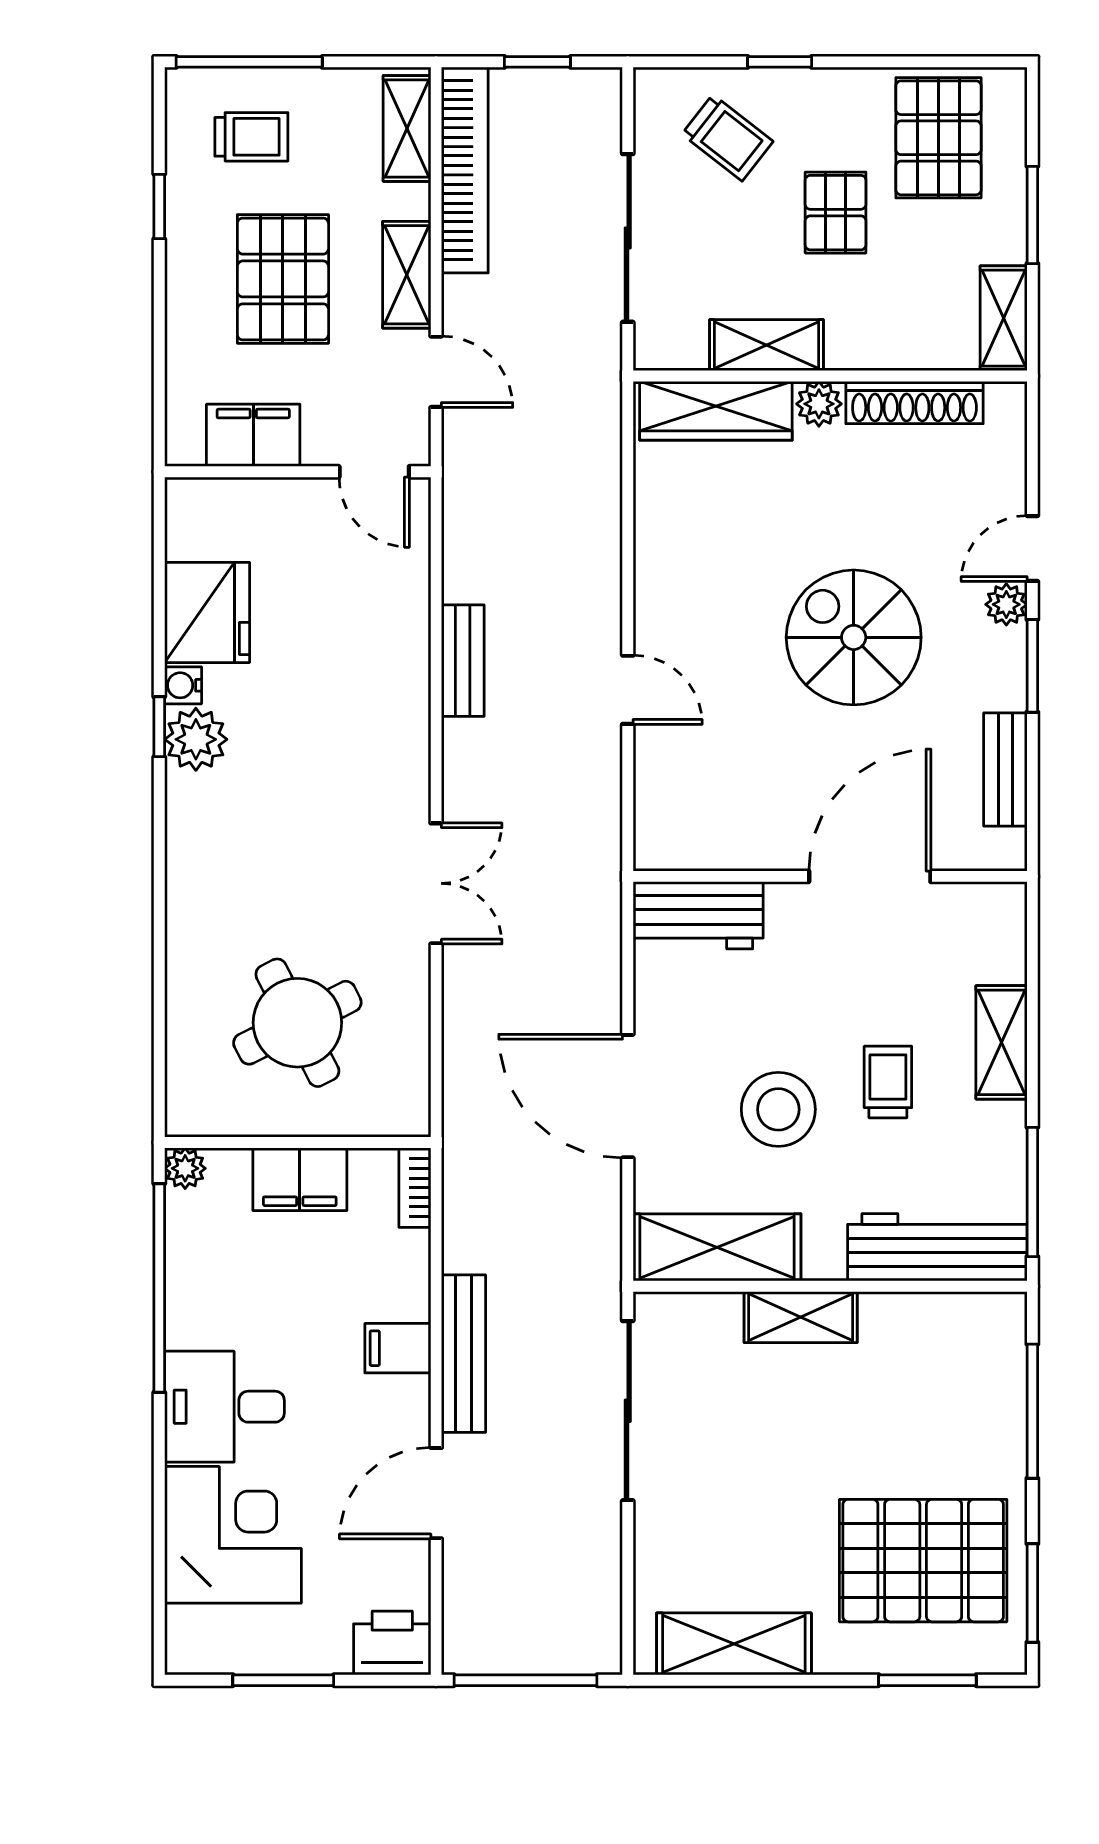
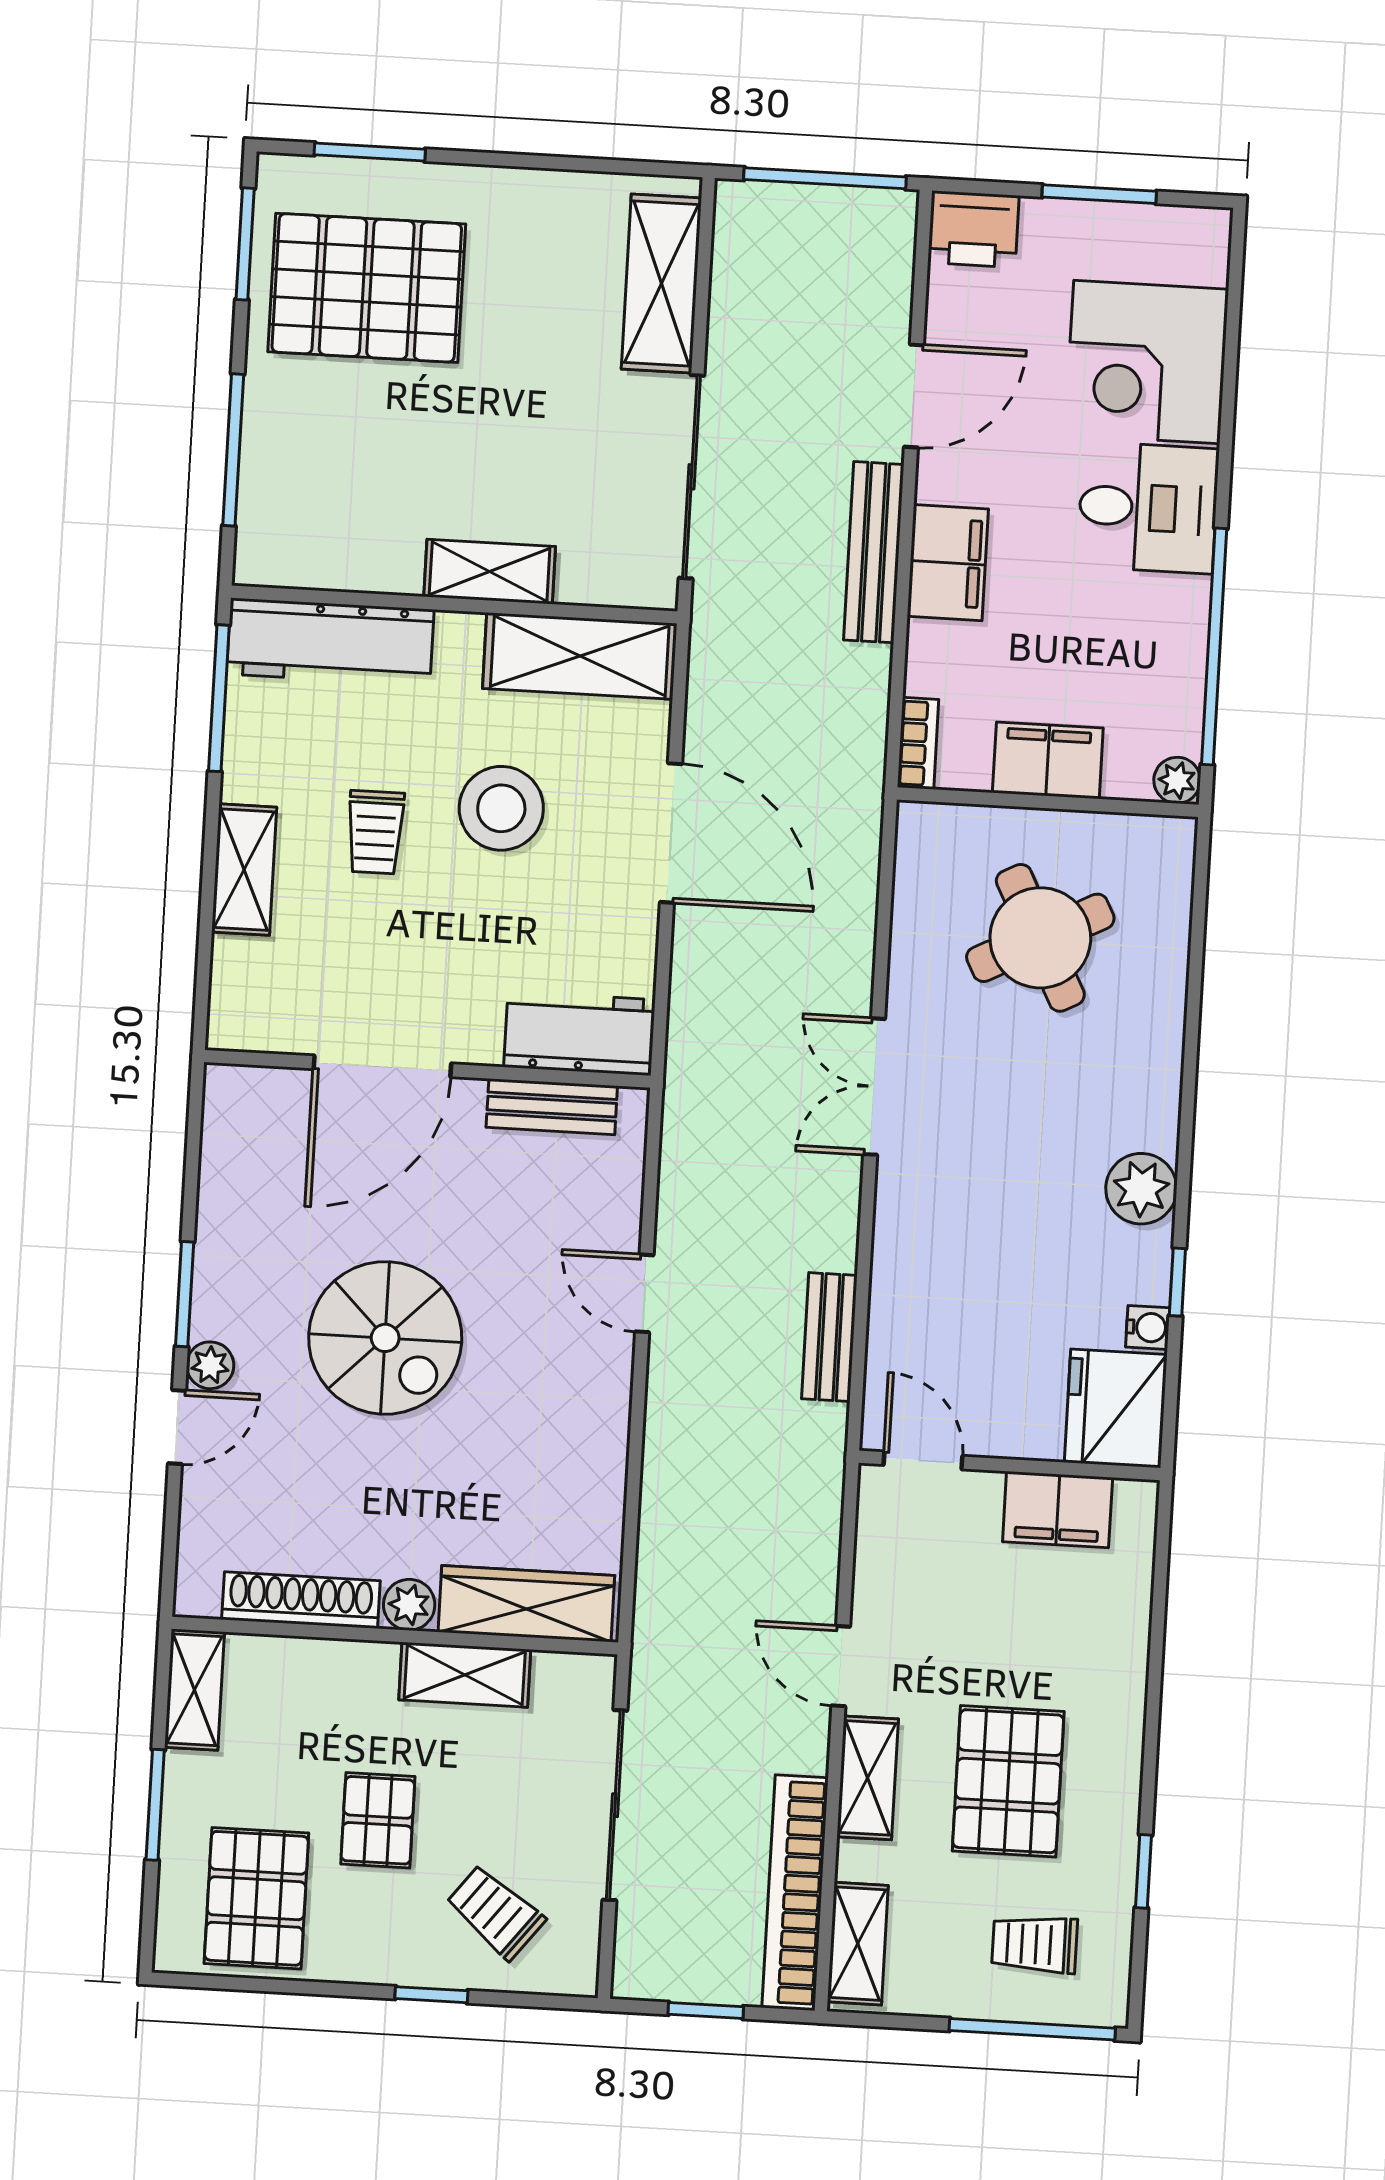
filing cabinet: (253, 435) -> (1058, 1510), moved
wall: (298, 472) -> (1010, 1465), moved
door: (374, 472) -> (923, 1460), moved
plant: (196, 739) -> (1141, 1189), moved
bench: (1005, 770) -> (552, 1107), moved, turned 90
filing cabinet: (398, 1348) -> (948, 563), width x2.00
shelving: (734, 1644) -> (661, 283), moved, turned 90

